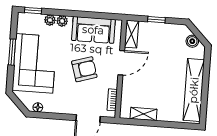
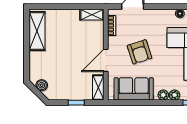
armchair: (84, 69) -> (140, 52), turned -91
shelving: (194, 90) -> (37, 31), width x0.68
shelving: (144, 114) -> (92, 15), moved

